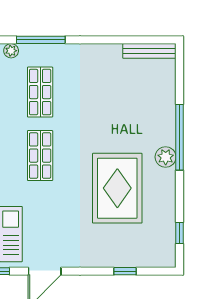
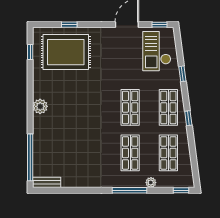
bench: (149, 51) -> (47, 182), width x0.73
window: (179, 137) -> (30, 157), moved
rug: (117, 188) -> (66, 52), moved, turned 90

